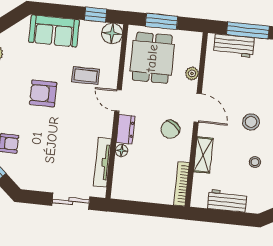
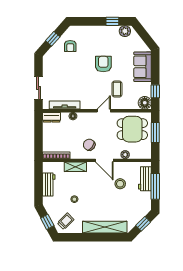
door: (198, 108) -> (104, 160), hinge flipped
stool: (251, 122) -> (120, 184), moved
dresser: (126, 129) -> (51, 117), moved

